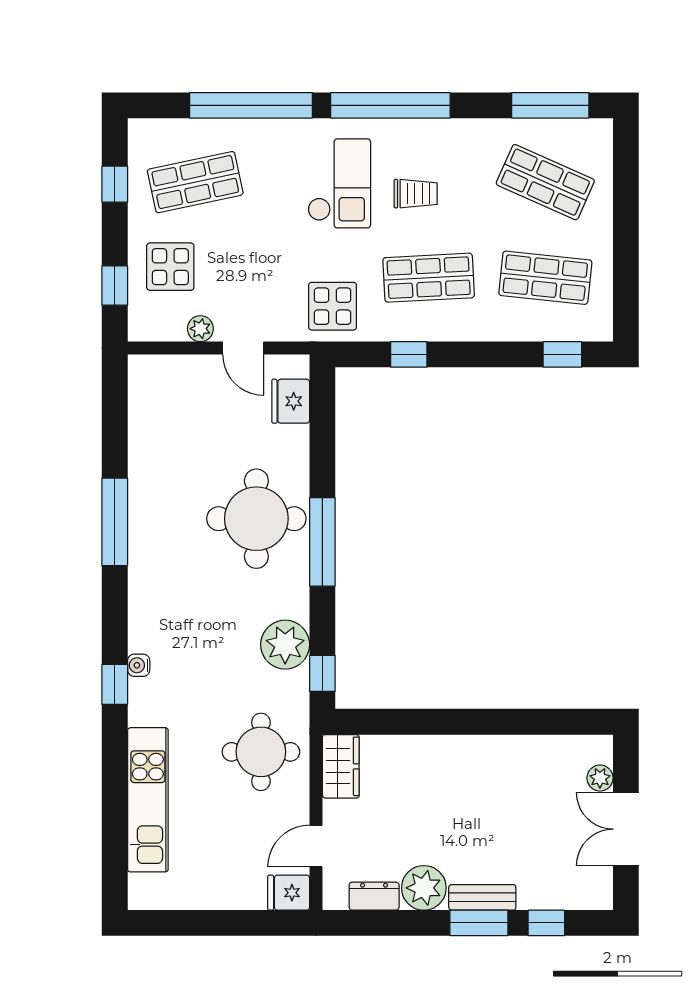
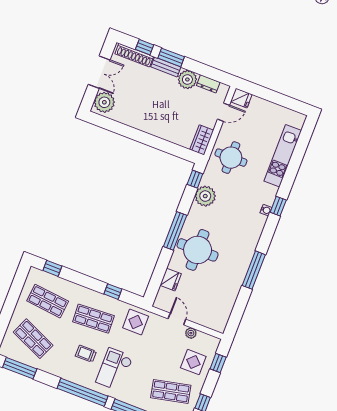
fridge: (291, 401) -> (171, 280), moved
plant: (600, 778) -> (104, 102), width x1.87, depth x1.87
shoe rack: (563, 897) -> (134, 55), added

